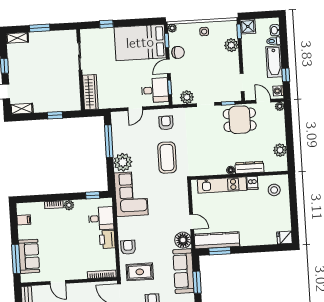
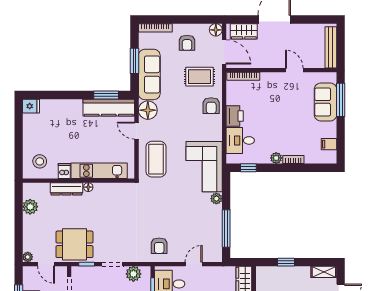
washing machine: (278, 91) -> (28, 275), removed
coffee table: (167, 158) -> (156, 159), moved
plant: (123, 162) -> (216, 199), width x0.53, depth x0.53

